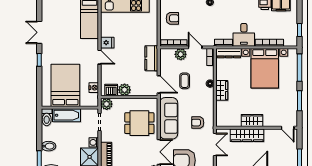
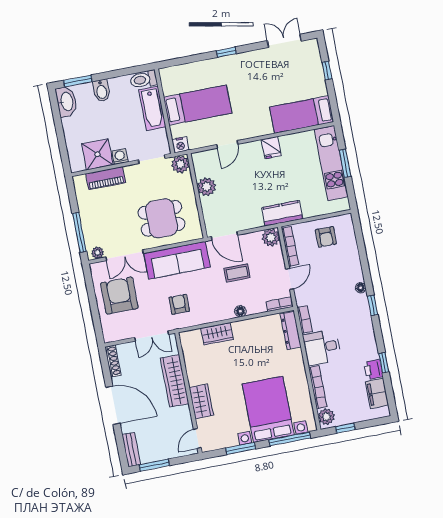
double door: (39, 32) -> (284, 41), moved
plant: (290, 41) -> (326, 417), added
plant: (181, 54) -> (271, 237), moved
door: (100, 57) -> (227, 144), moved
kitchen counter: (151, 58) -> (282, 213), moved
bed with nightstands: (265, 68) -> (268, 409), moved, turned 90
door: (159, 84) -> (224, 236), hinge flipped
bed: (65, 85) -> (198, 105), width x0.67
nightstand: (94, 88) -> (180, 145), moved
dishwasher: (111, 90) -> (202, 167), removed
wardrobe: (222, 90) -> (217, 334), moved
wardrobe: (252, 120) -> (201, 401), moved
dining table: (139, 123) -> (162, 218), turned 90

